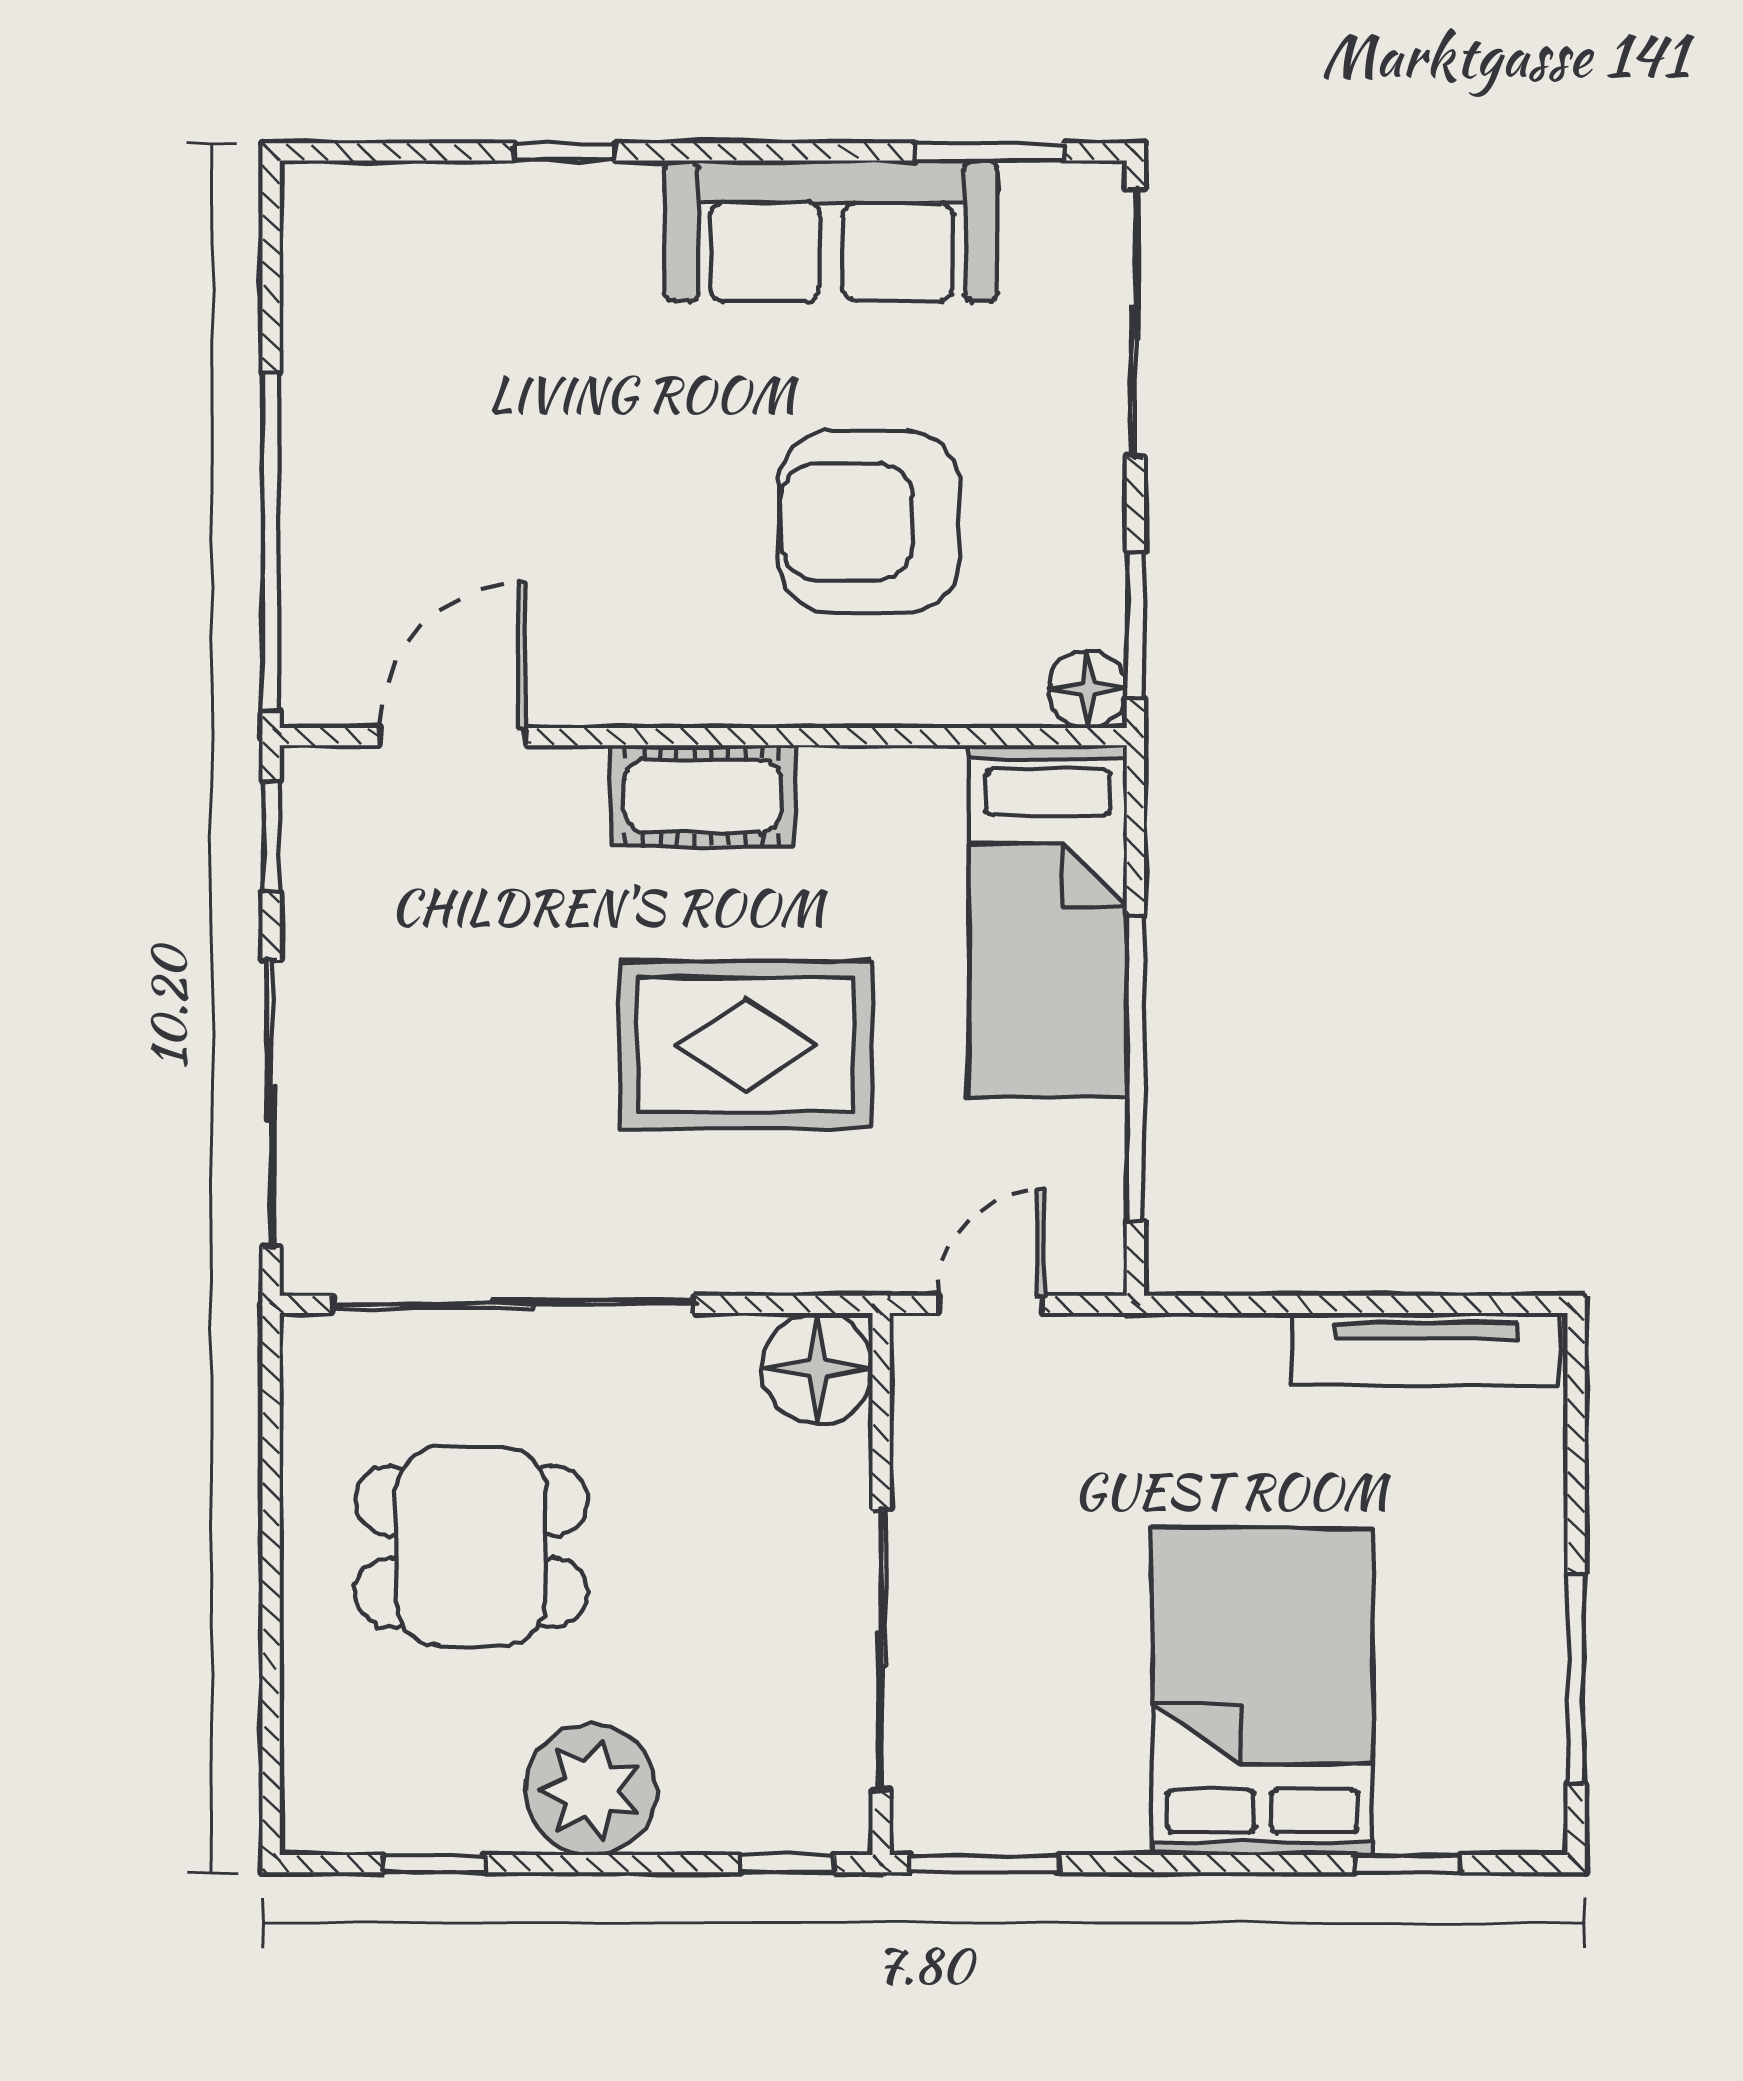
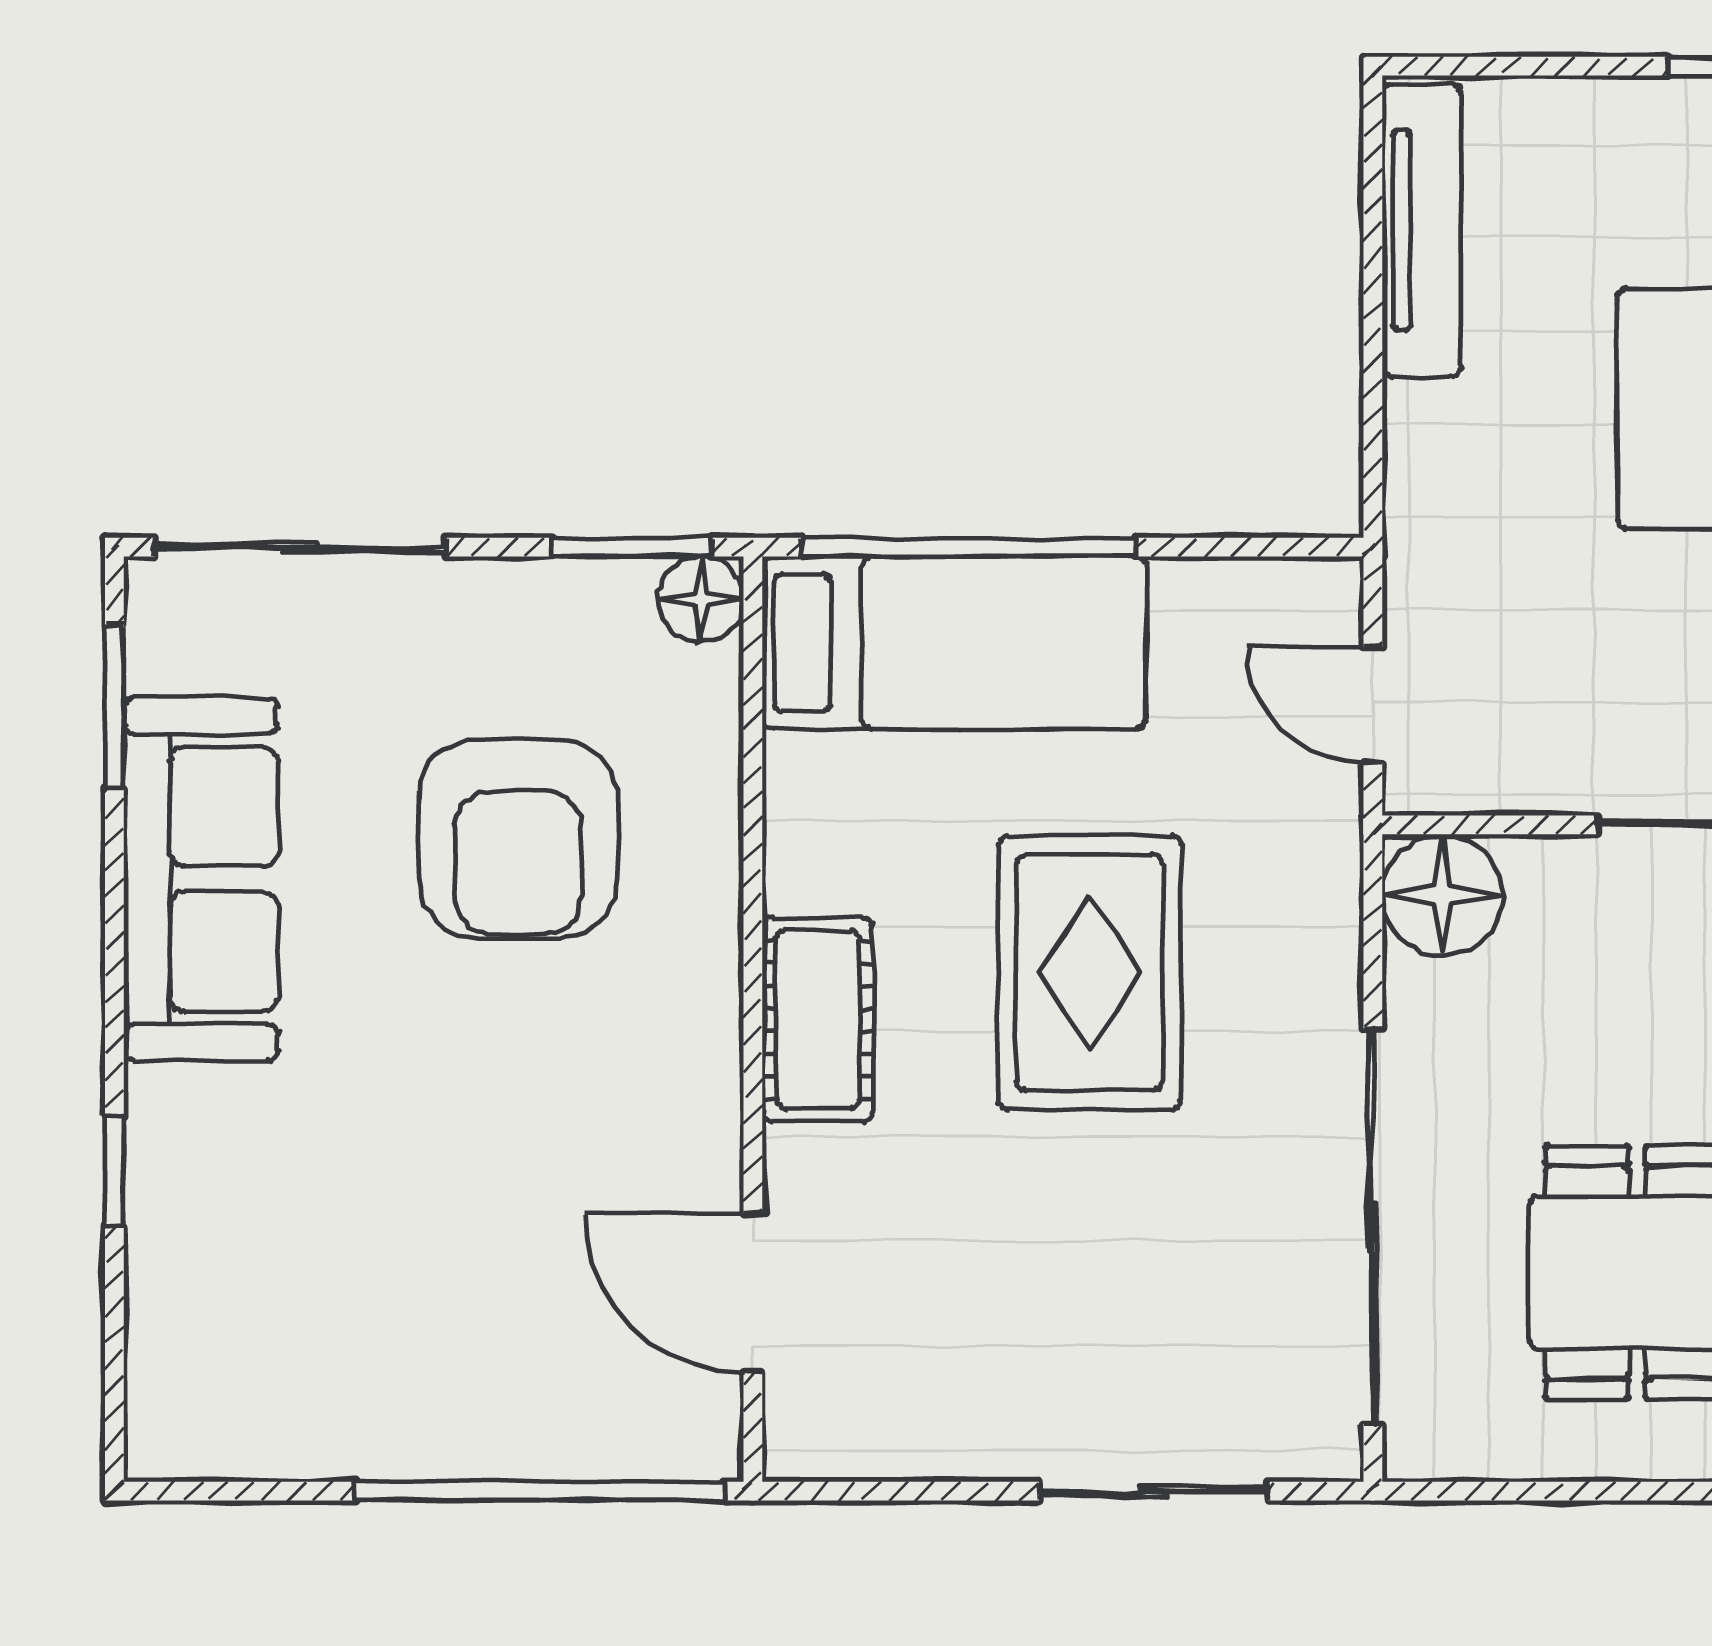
window: (271, 836) -> (861, 1491), removed
window: (1135, 1069) -> (969, 547), moved
sliding door: (271, 1103) -> (1153, 1491), width x0.73

